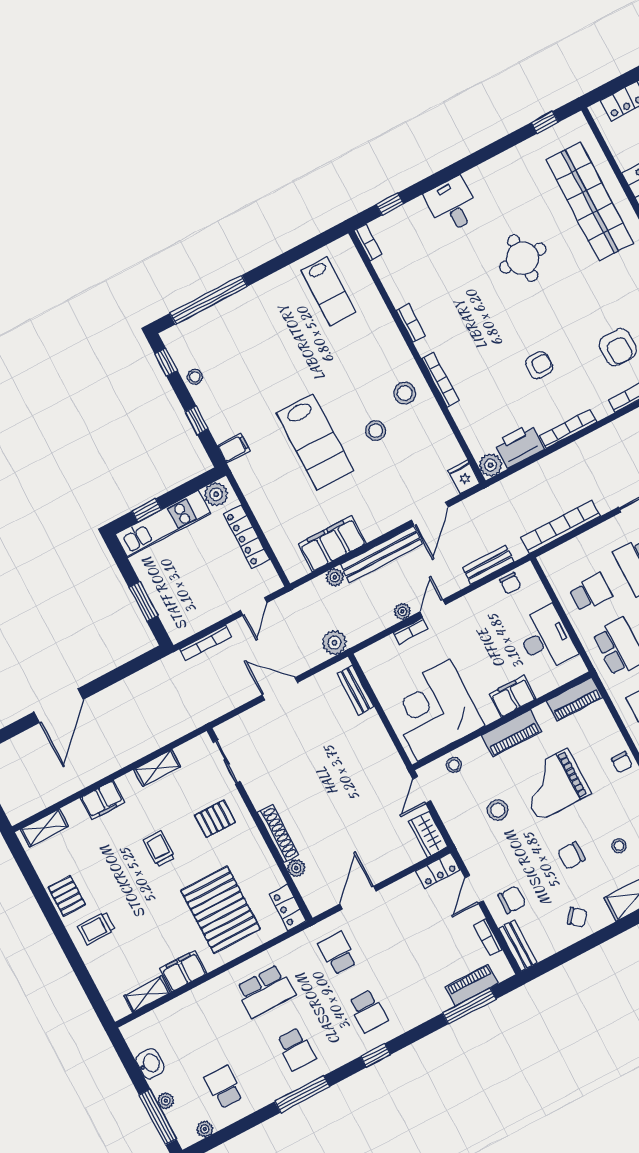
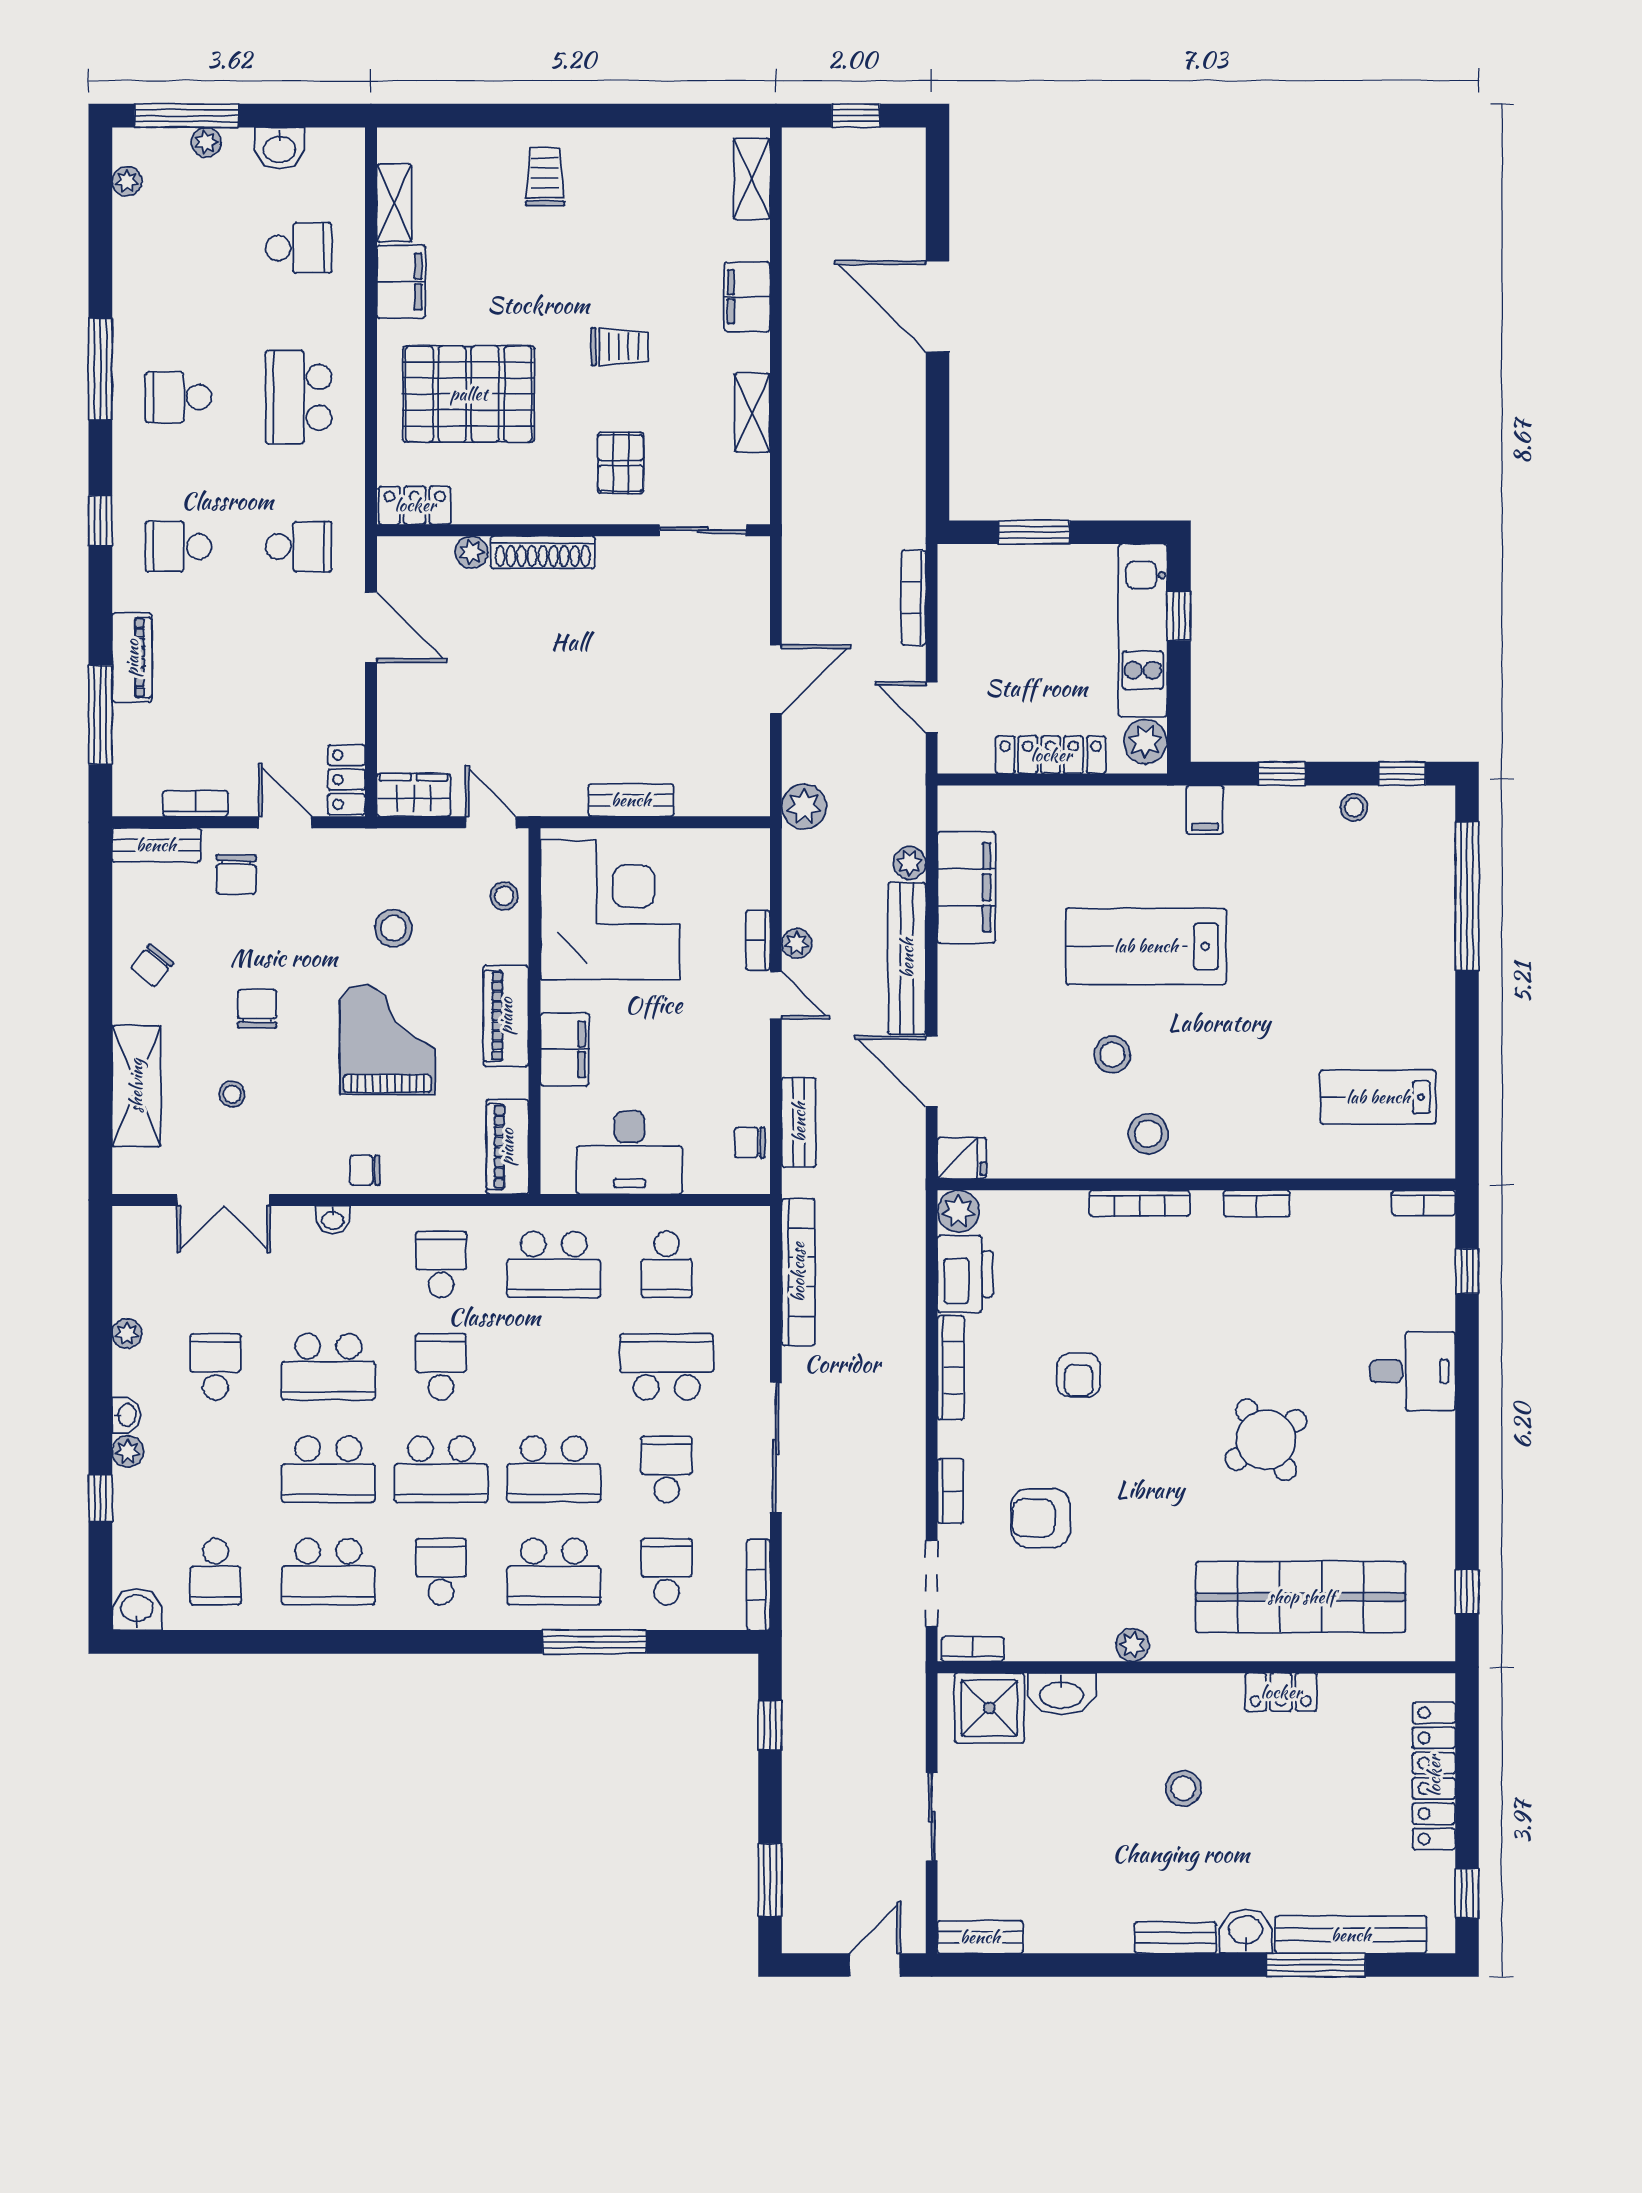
round table: (523, 258) -> (1266, 1440), turned -33
bench: (355, 690) -> (631, 800), moved
pallet: (67, 896) -> (623, 157), removed
piano: (472, 985) -> (132, 658), moved
school desk: (224, 1087) -> (299, 248), moved

